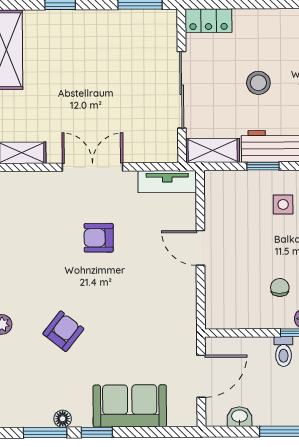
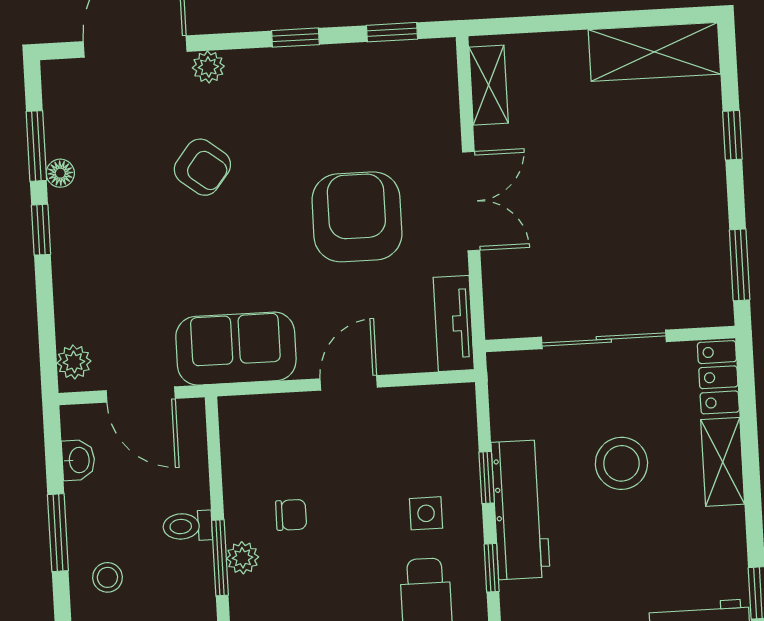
stool: (258, 83) -> (621, 463), width x1.38, depth x1.38
shelving: (213, 151) -> (723, 462), moved
armchair: (99, 238) -> (357, 217), width x1.88, depth x1.88
sofa: (130, 406) -> (236, 349), moved, turned -90
plant: (179, 416) -> (74, 362), added

